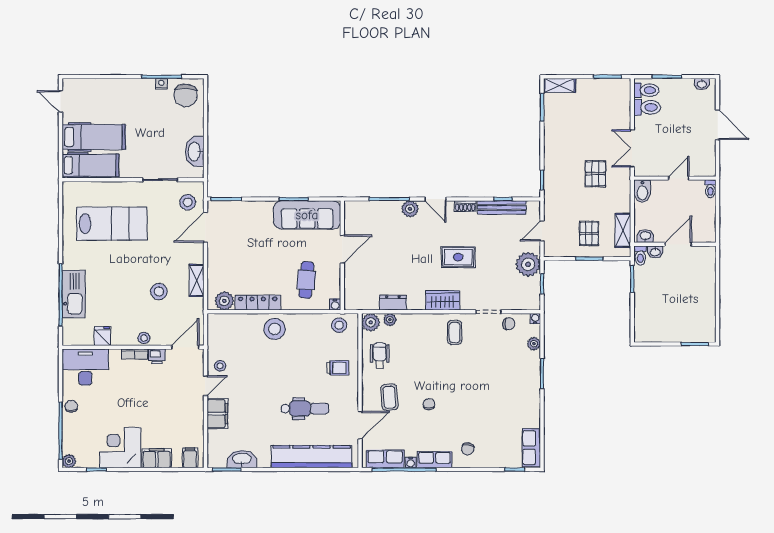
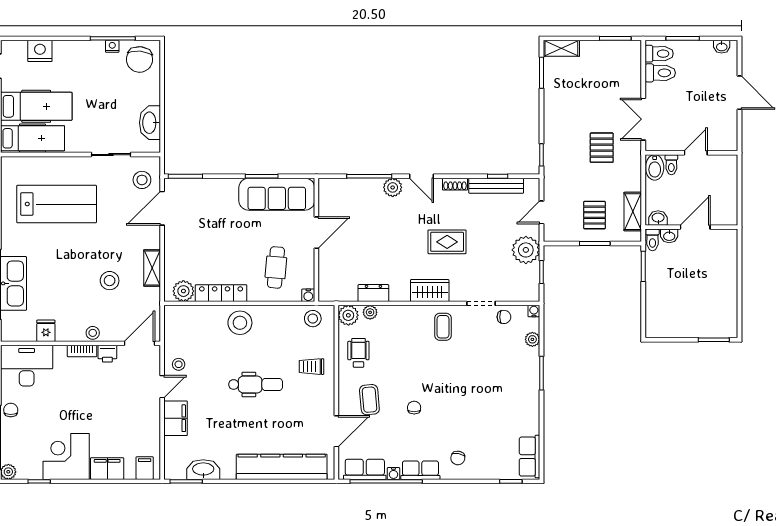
nightstand: (97, 88) -> (40, 51), added
toilet: (710, 189) -> (671, 165), moved
trolley: (338, 368) -> (311, 367), turned 180
dental chair: (305, 409) -> (256, 384), moved

